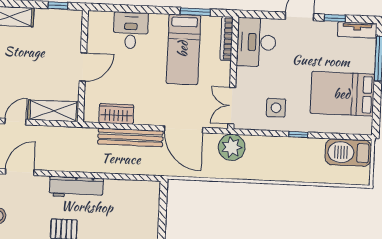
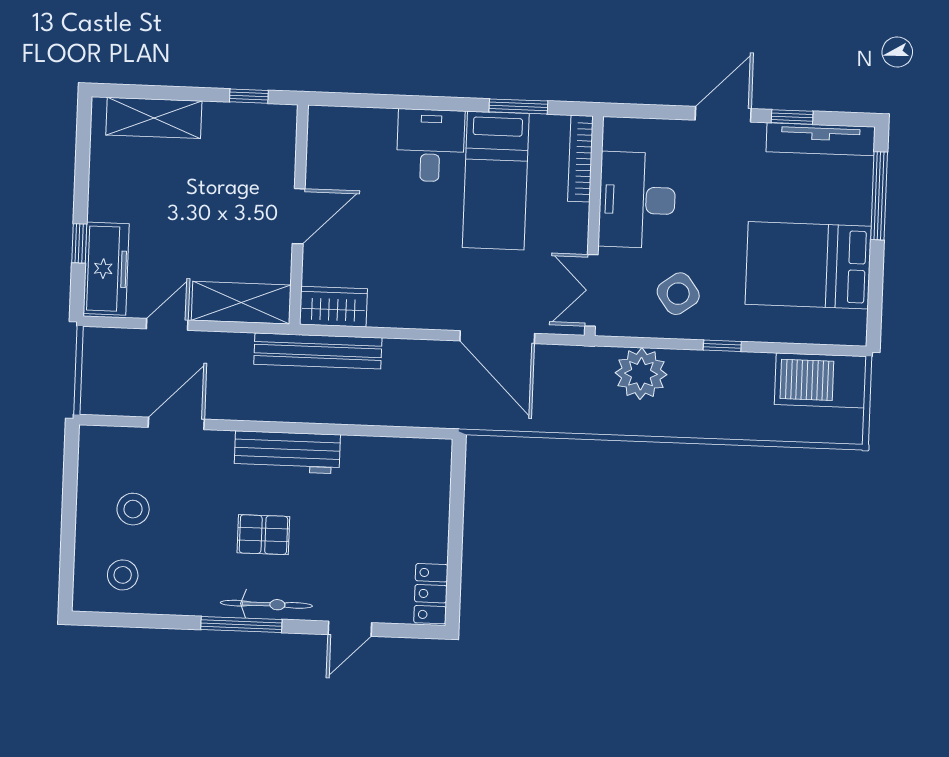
desk: (131, 30) -> (430, 145), moved
tv unit: (357, 30) -> (821, 139), width x1.41
desk: (256, 42) -> (637, 200), moved
side table: (276, 108) -> (678, 294), turned -36
wardrobe: (116, 114) -> (333, 307), moved
bench: (130, 137) -> (318, 351), moved
plant: (232, 147) -> (641, 374), moved

